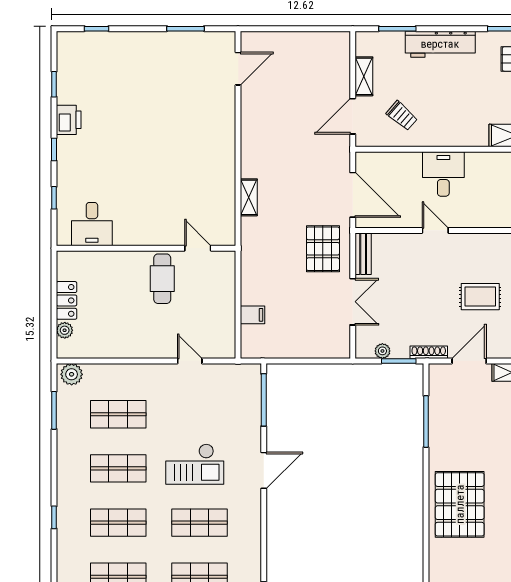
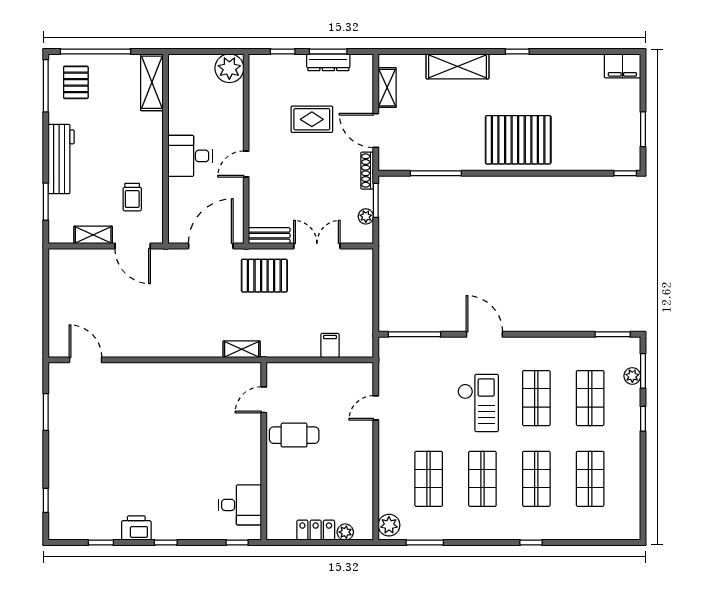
trolley: (402, 116) -> (132, 197), turned 139
shelving: (249, 197) -> (242, 349), moved
window: (54, 198) -> (237, 543), moved
rug: (480, 297) -> (312, 119), turned 90

